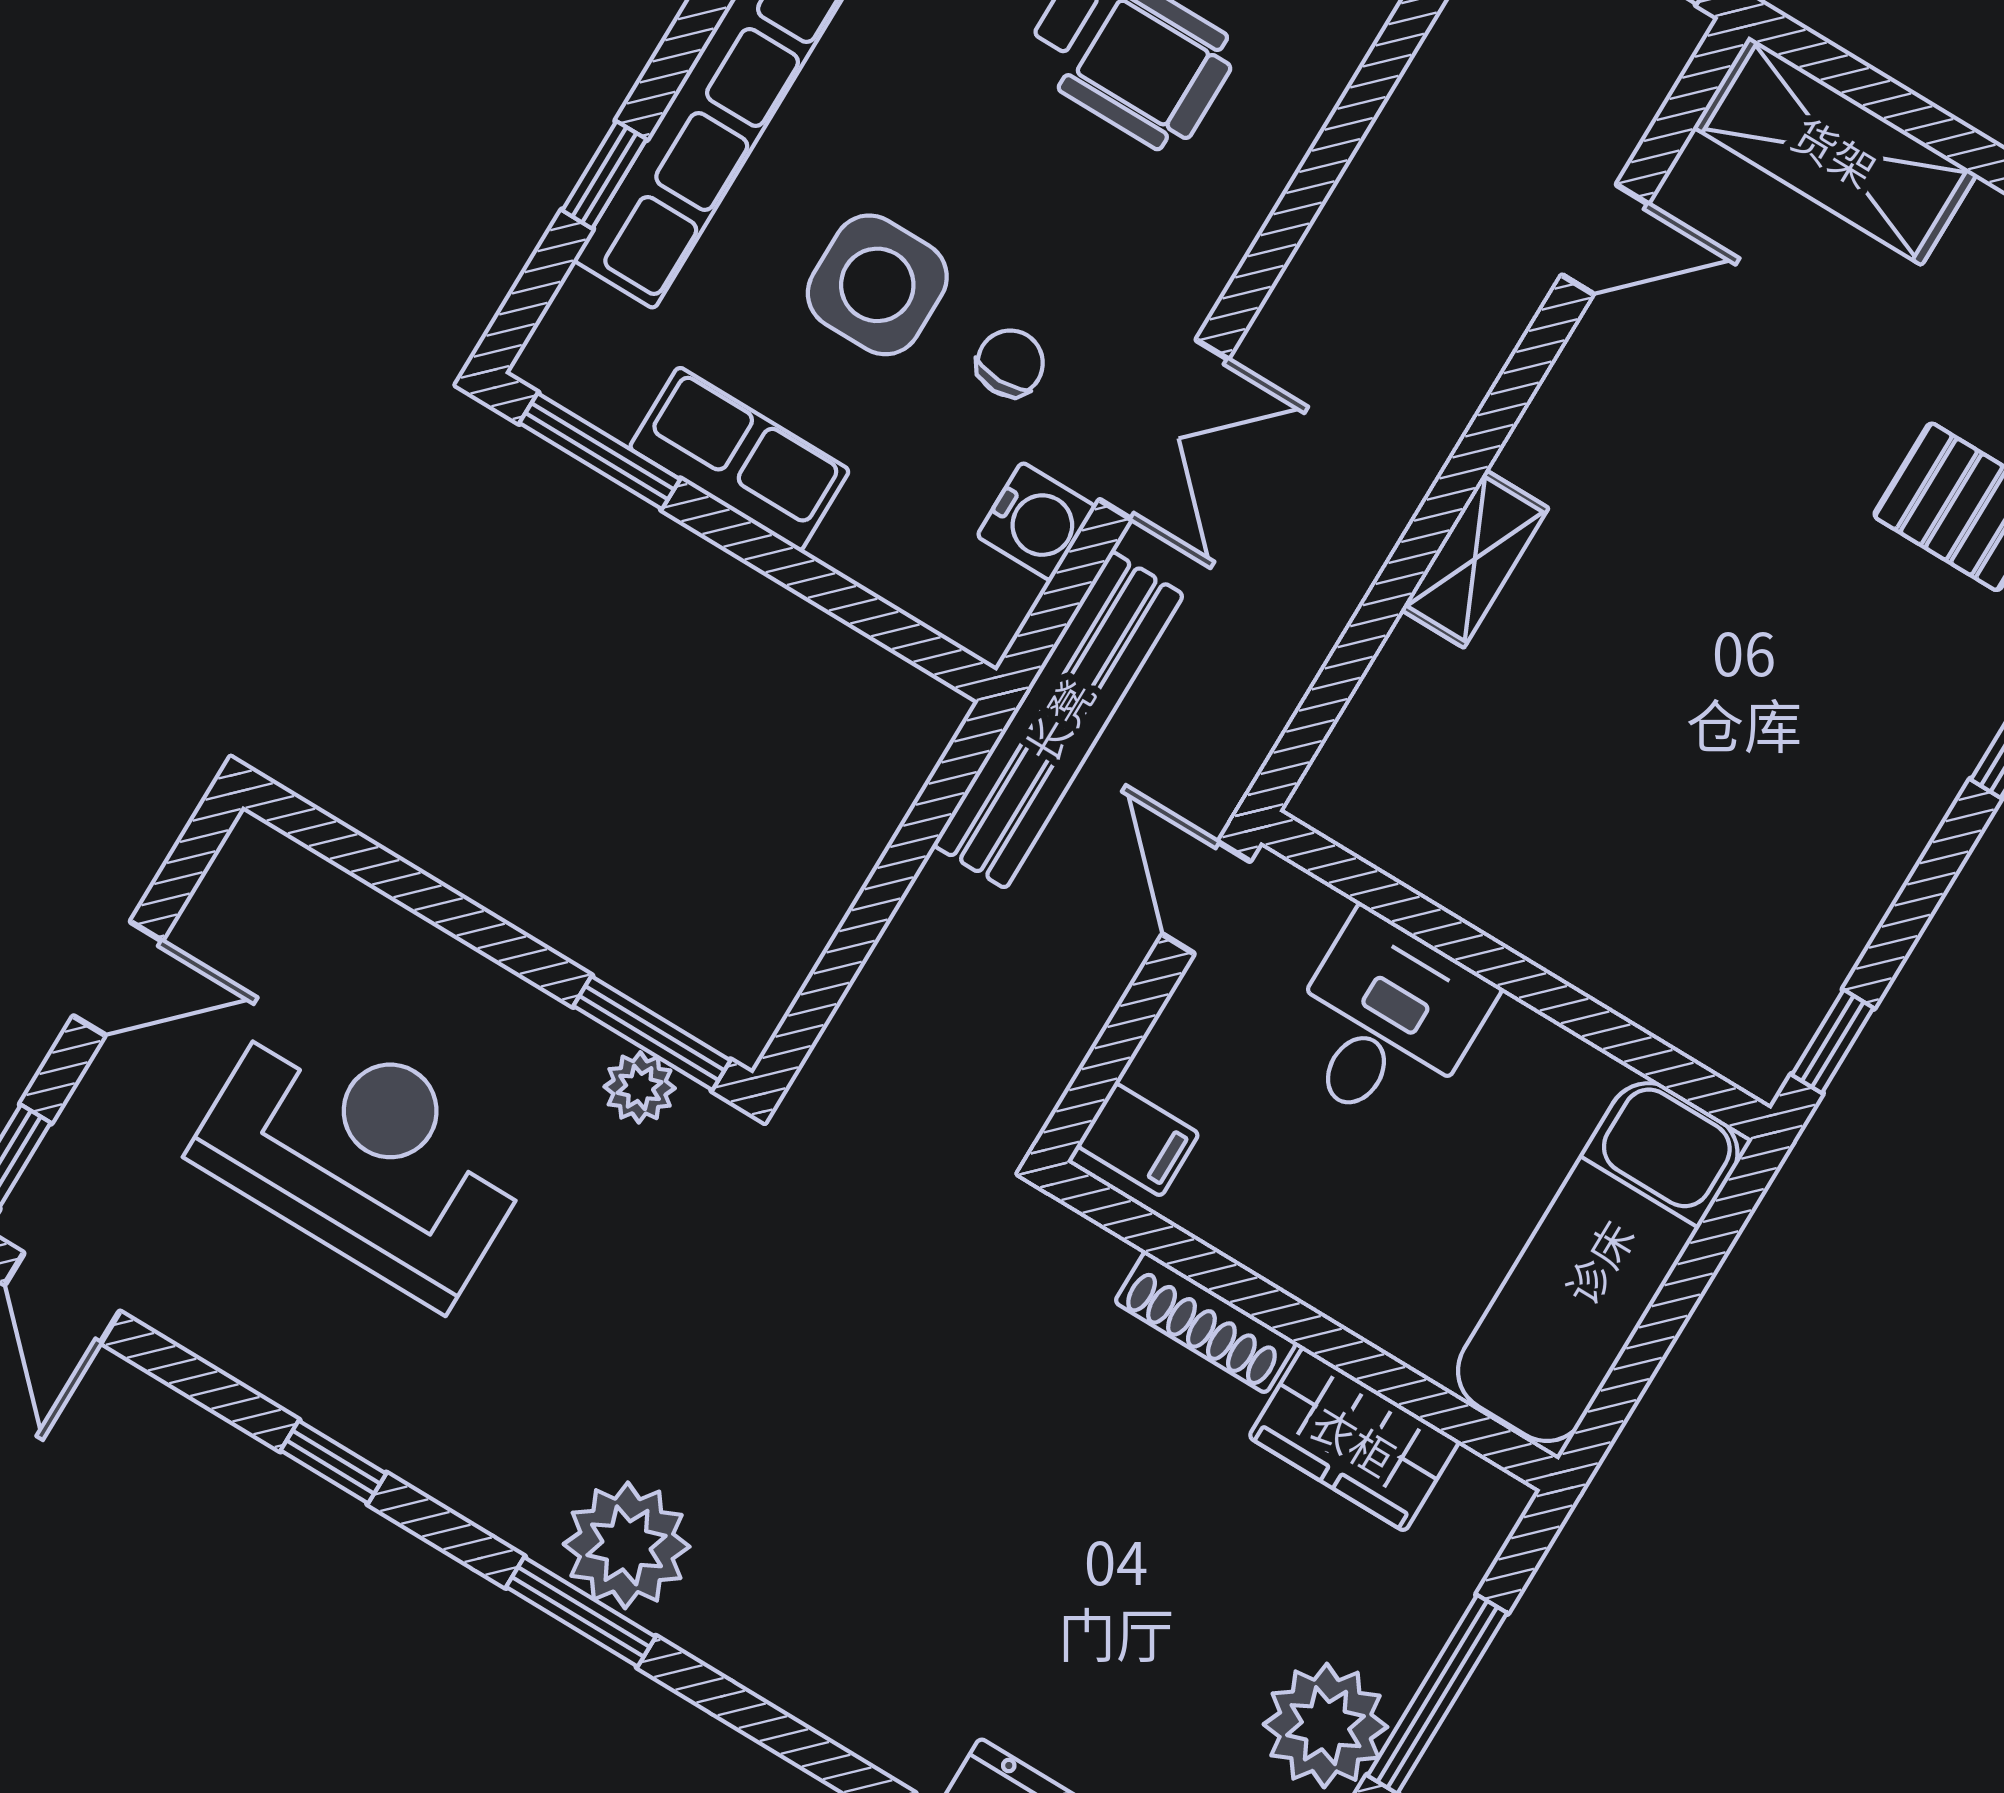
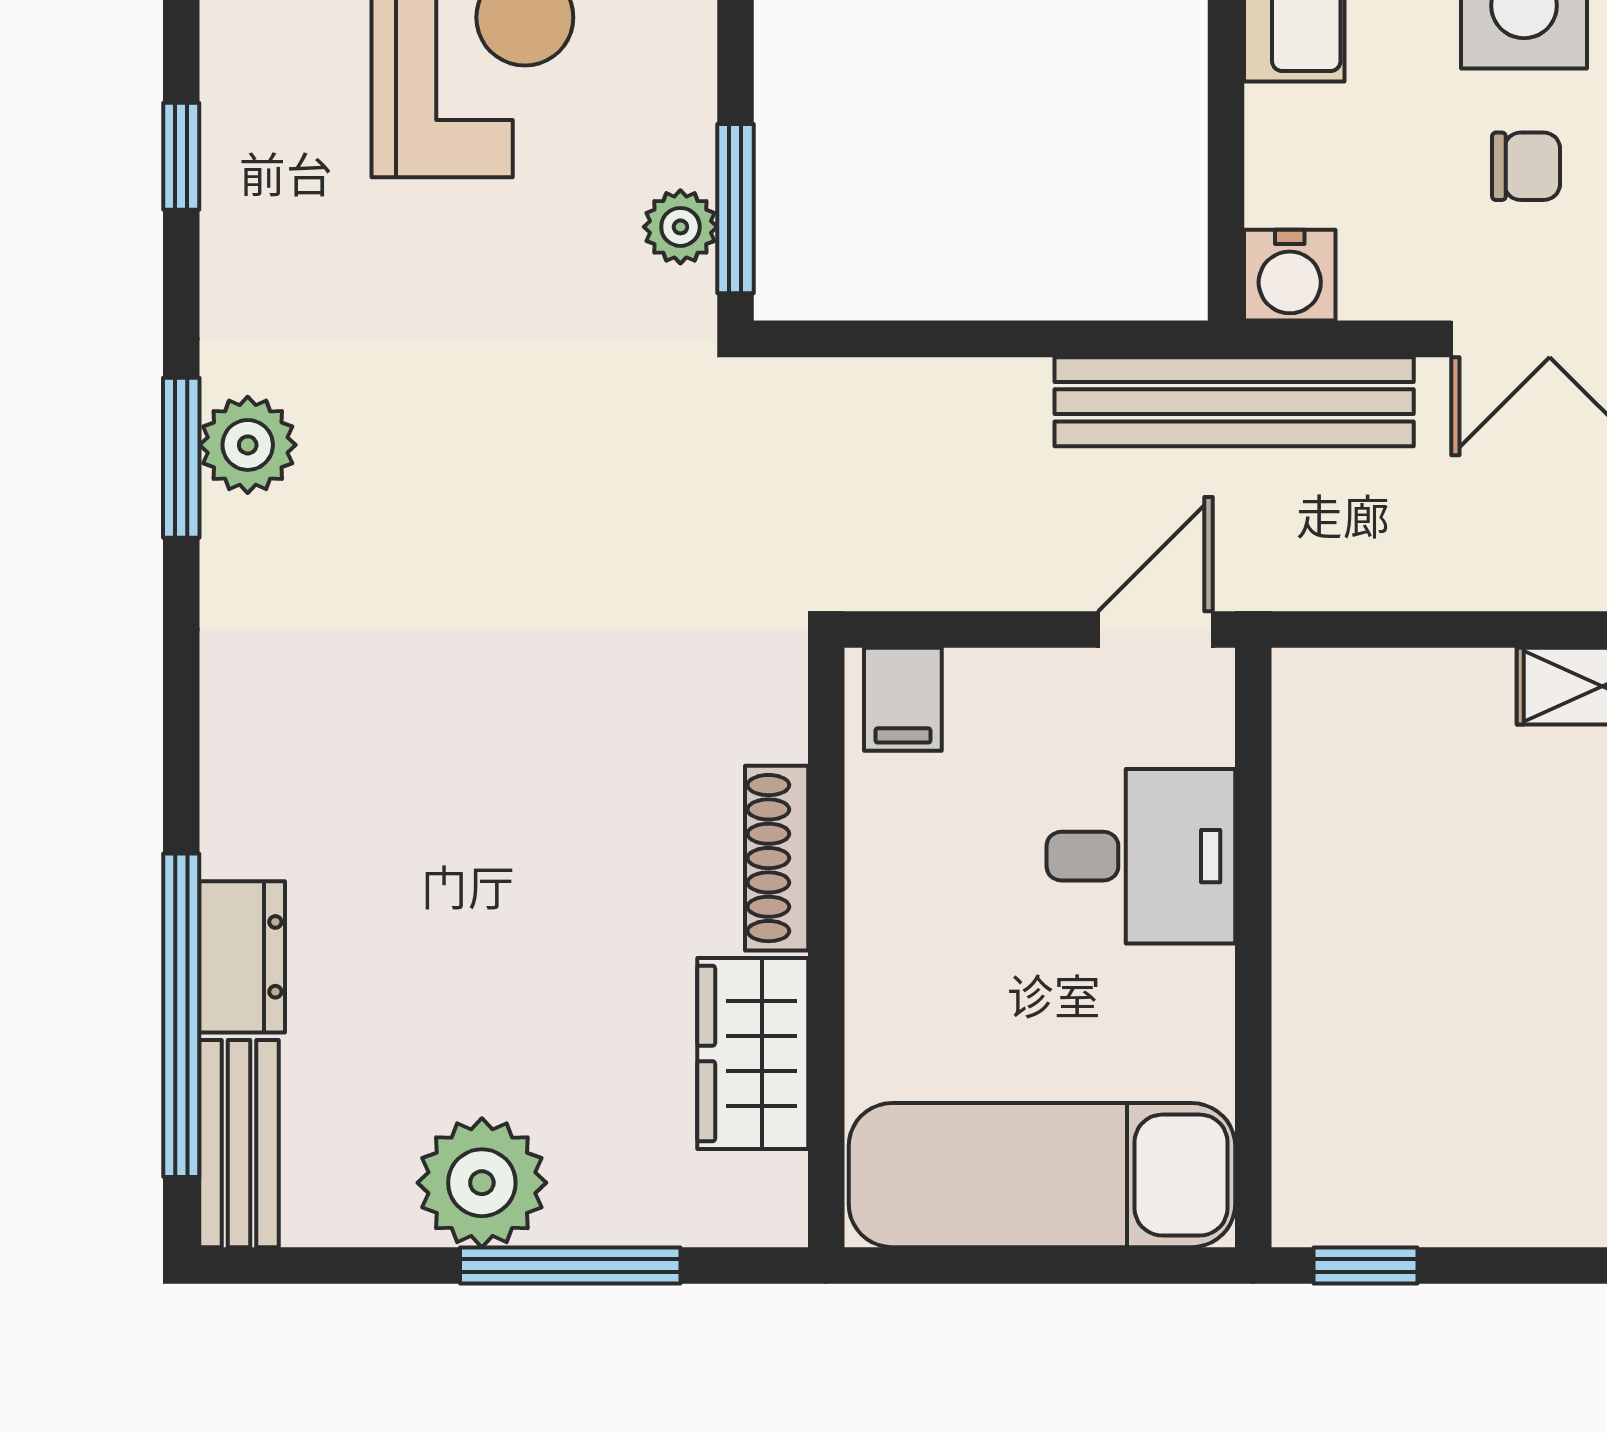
water cooler: (1036, 521) -> (1290, 275), moved
plant: (627, 1545) -> (248, 445), width x0.73, depth x0.73

